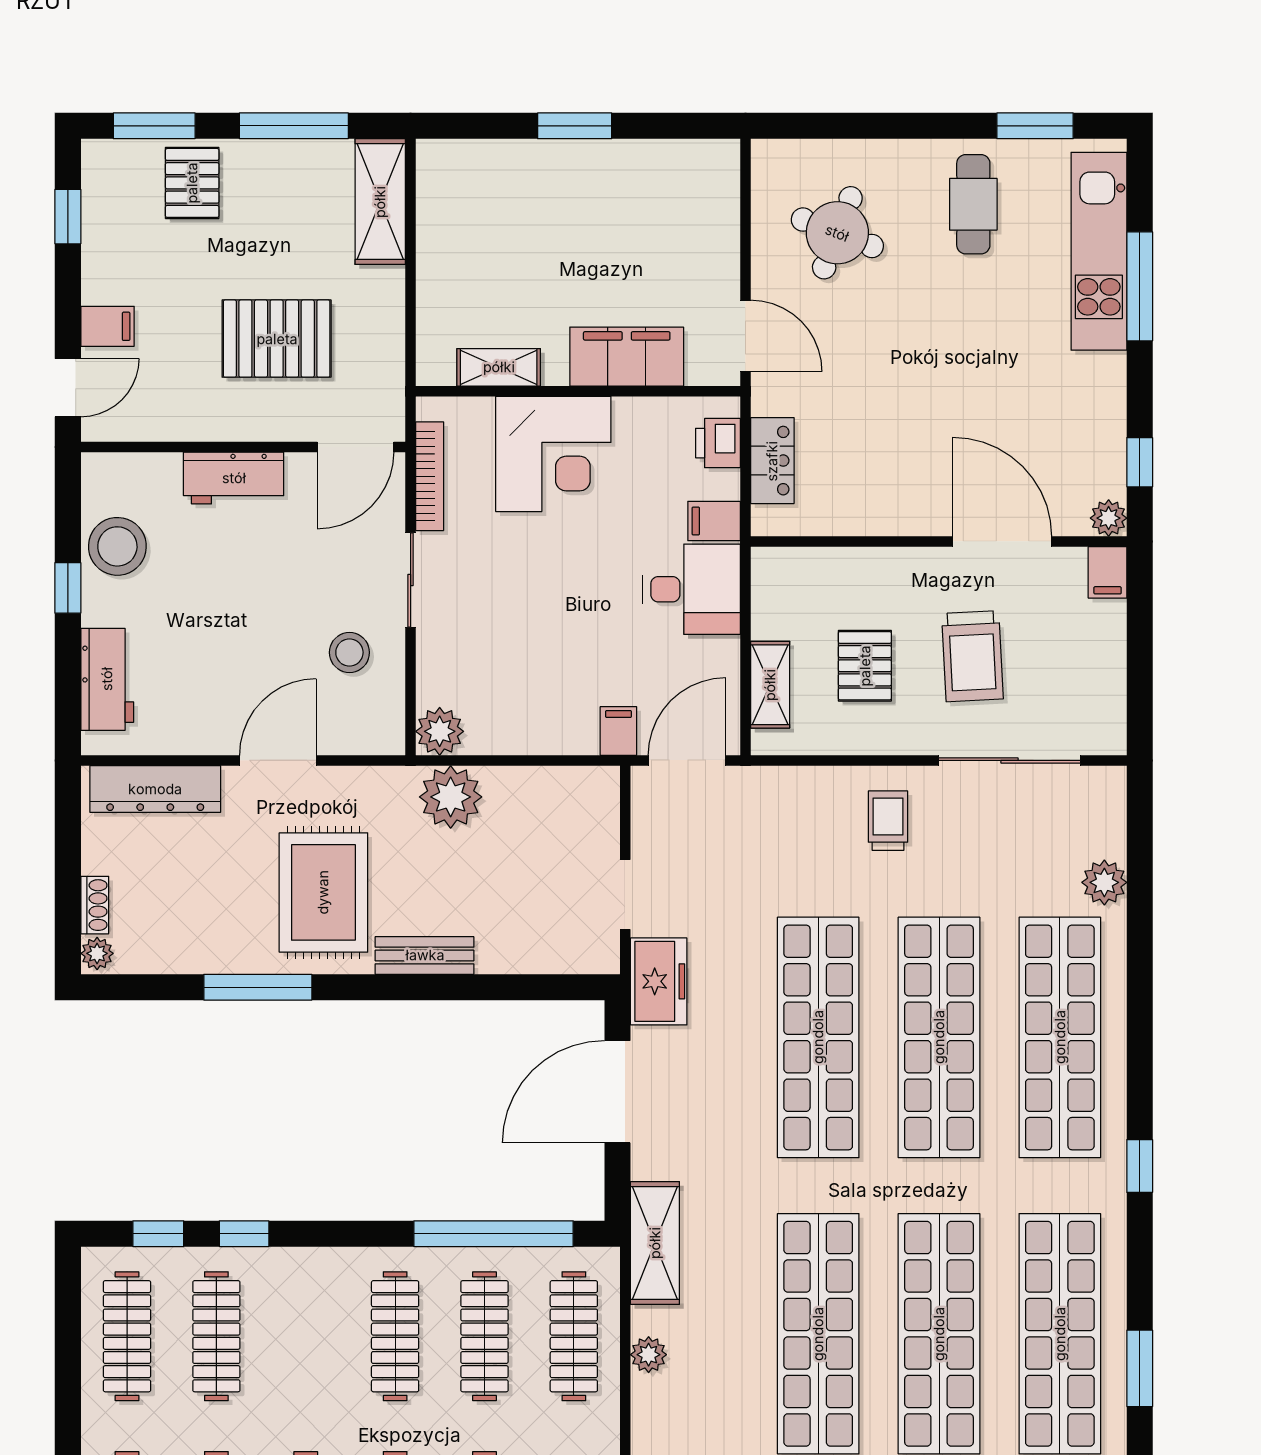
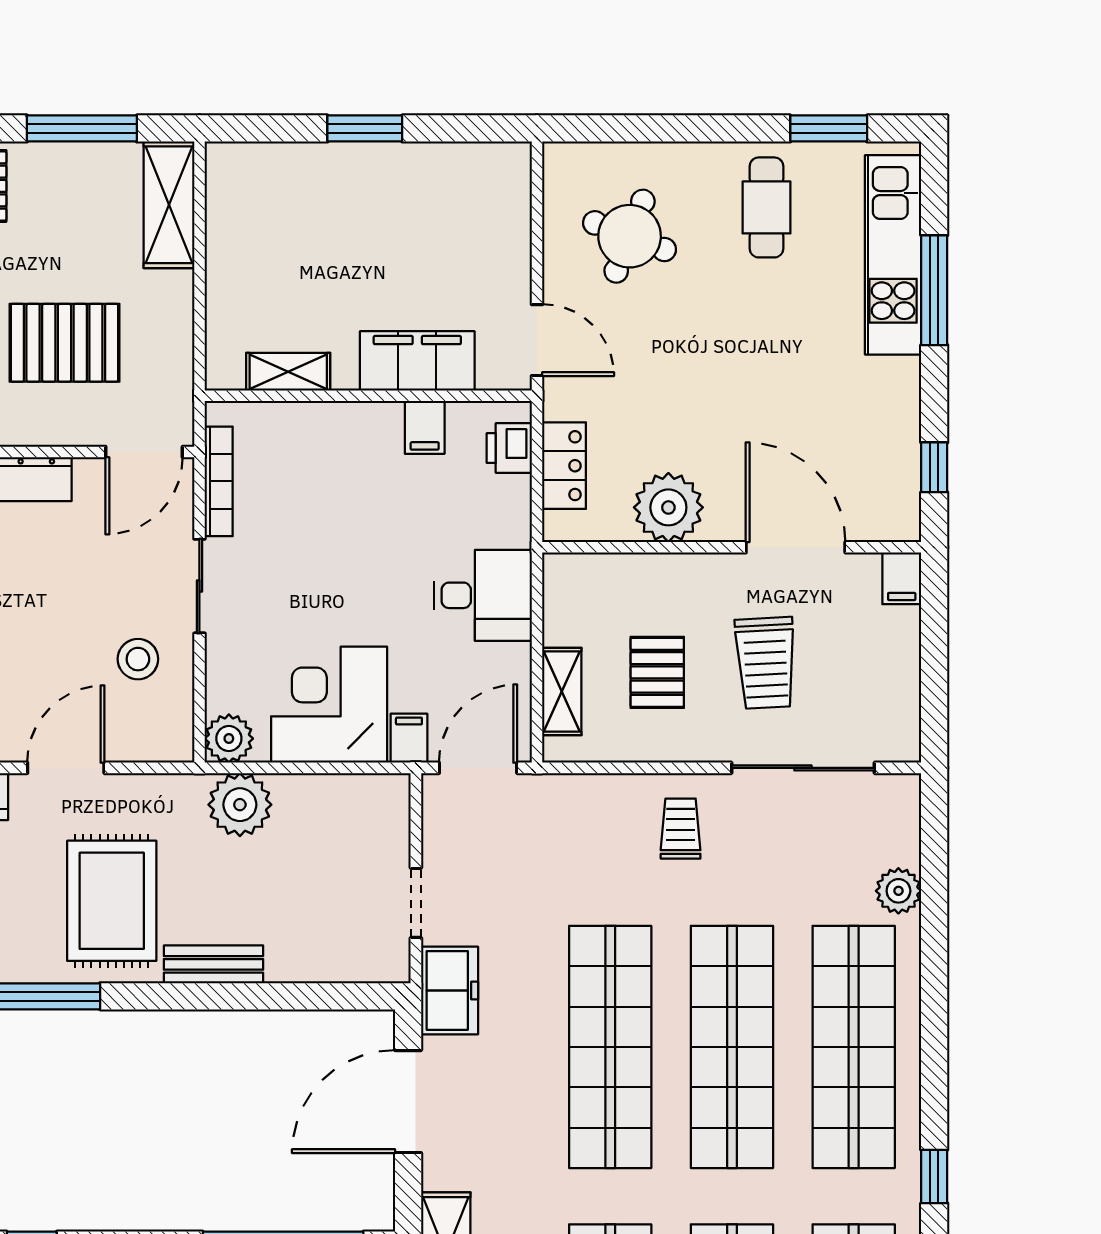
corner desk: (553, 454) -> (329, 705), moved, turned 180
plant: (1109, 518) -> (668, 507), moved, width x1.87, depth x1.87
filing cabinet: (714, 521) -> (425, 427), moved, turned -90

